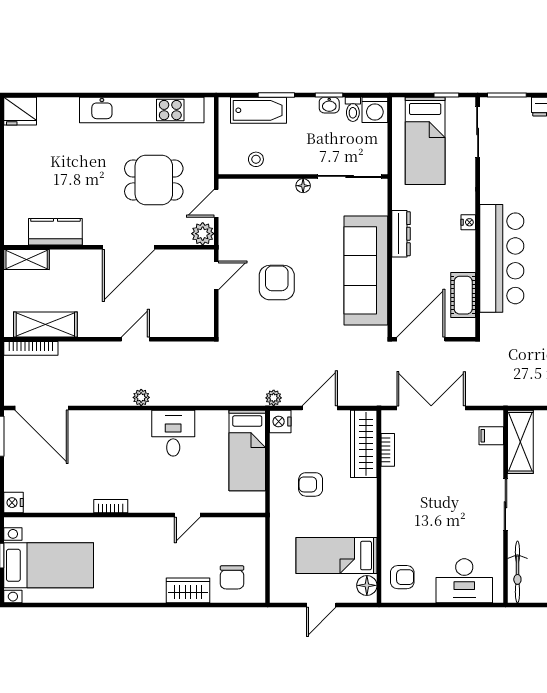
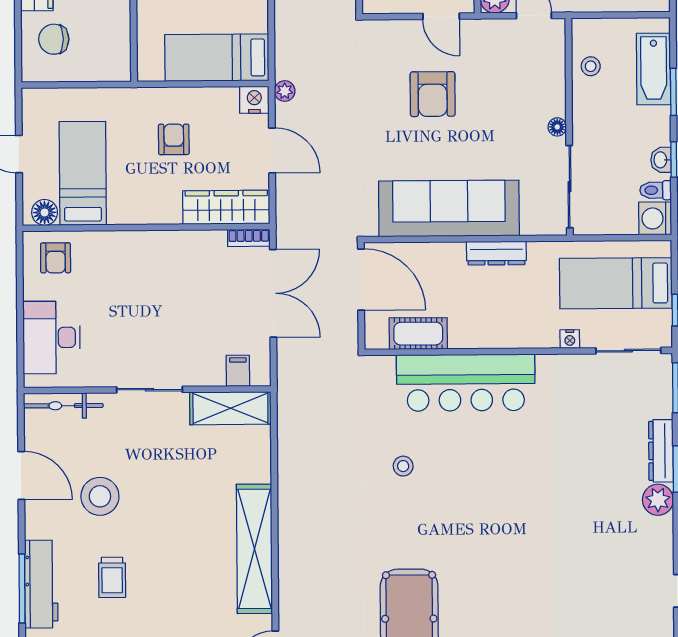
nightstand: (468, 222) -> (570, 339), moved
armchair: (277, 283) -> (433, 94), turned 90
bookcase: (388, 450) -> (249, 238), moved

